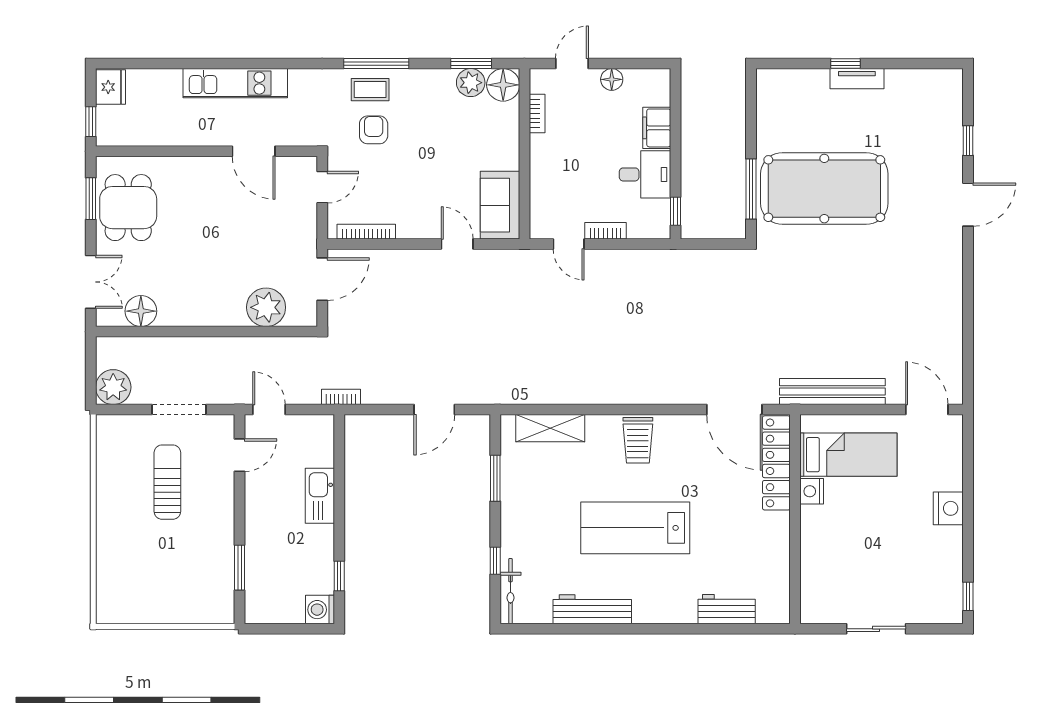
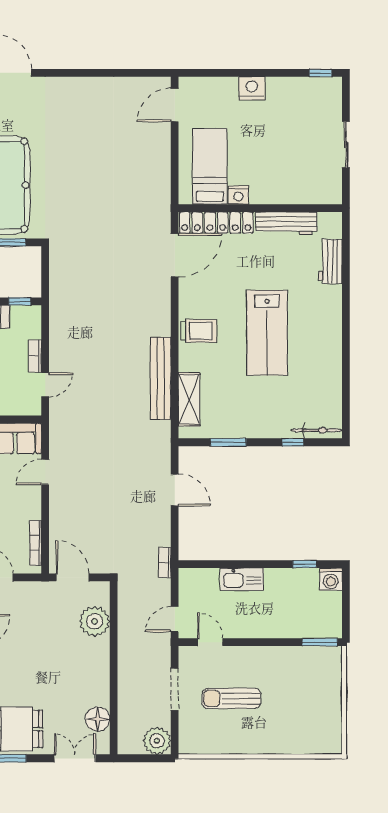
bench: (832, 392) -> (161, 378), moved
window: (239, 568) -> (320, 642), moved
workbench: (592, 609) -> (286, 223), moved, turned -90

